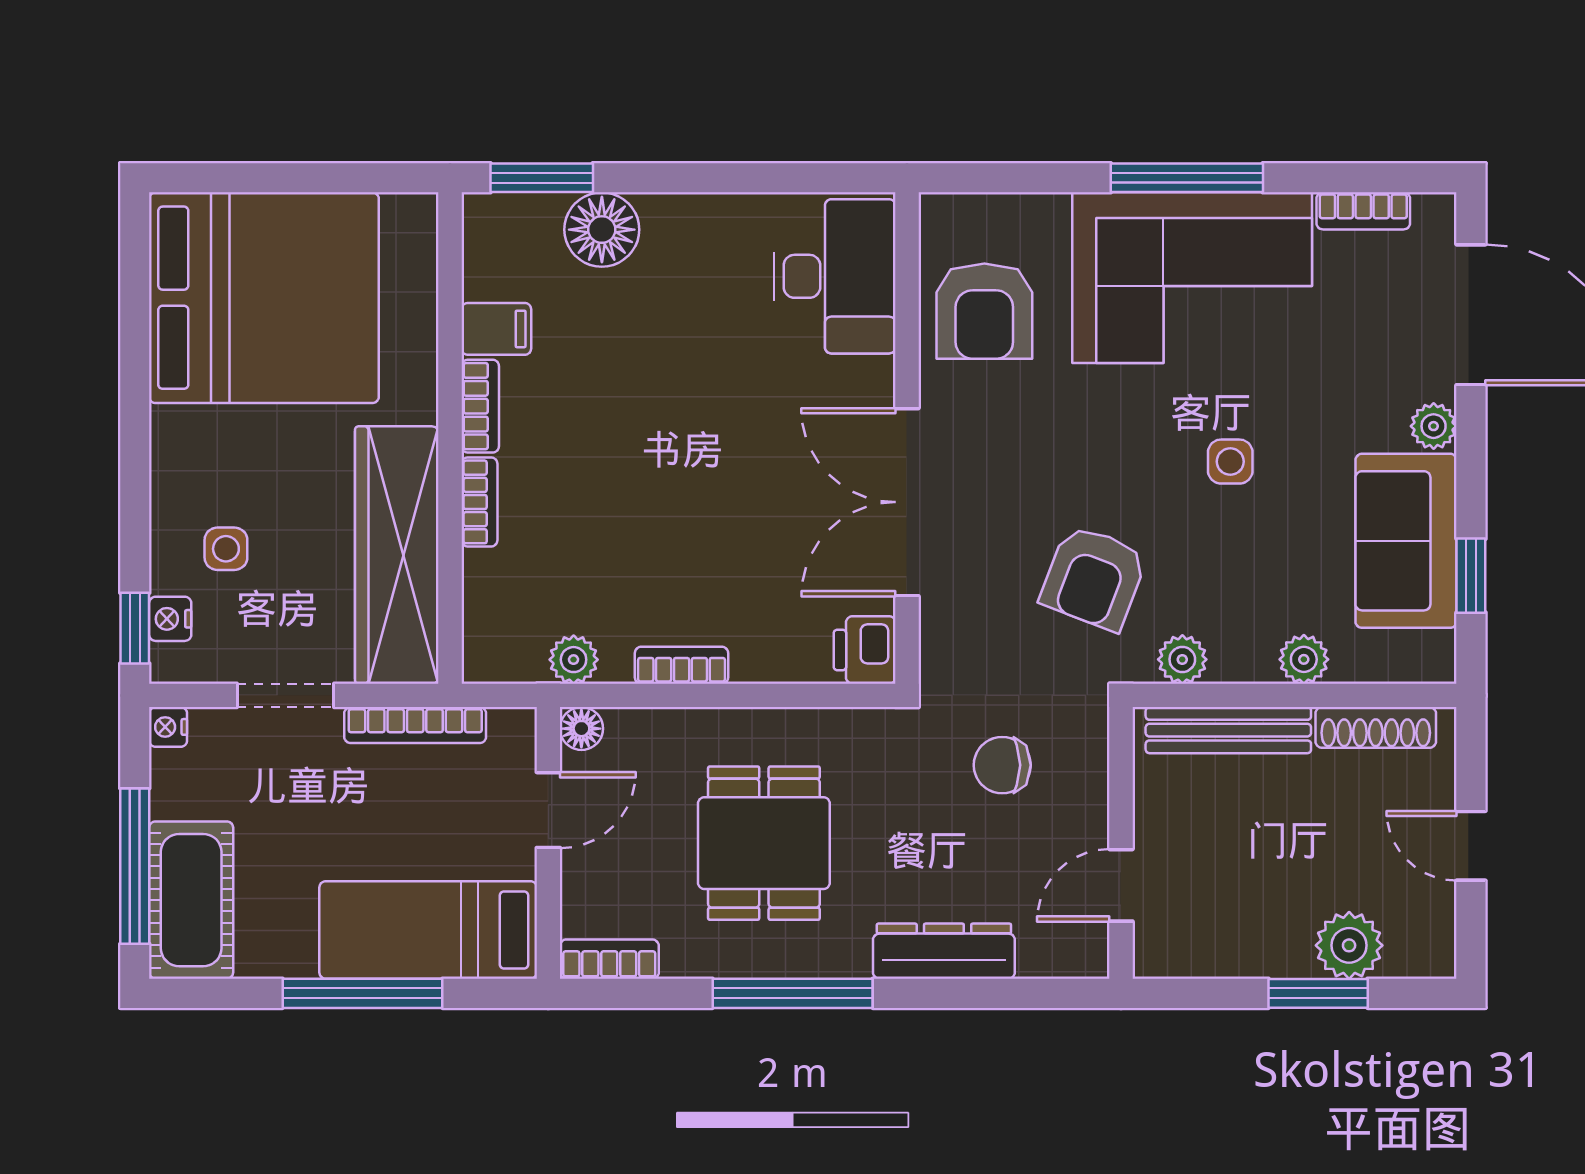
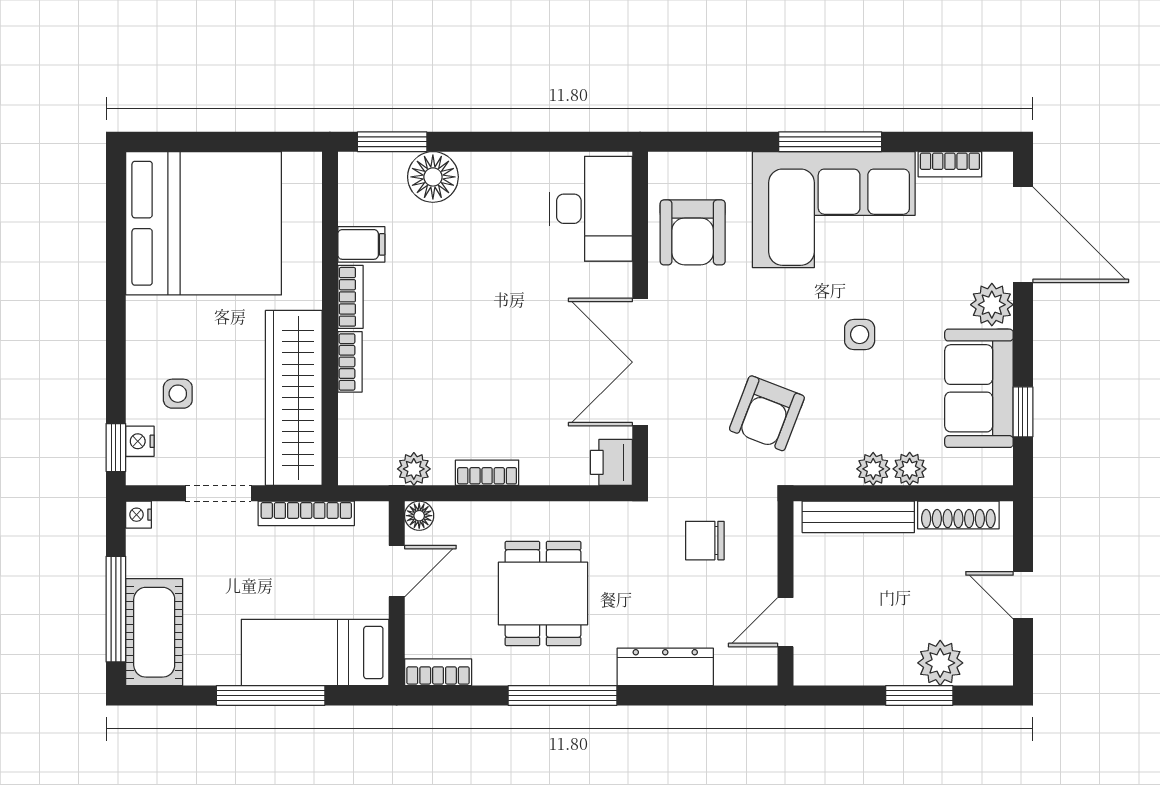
plant: (1434, 426) -> (992, 305), width x1.38, depth x1.38
plant: (1182, 659) -> (873, 469), moved

